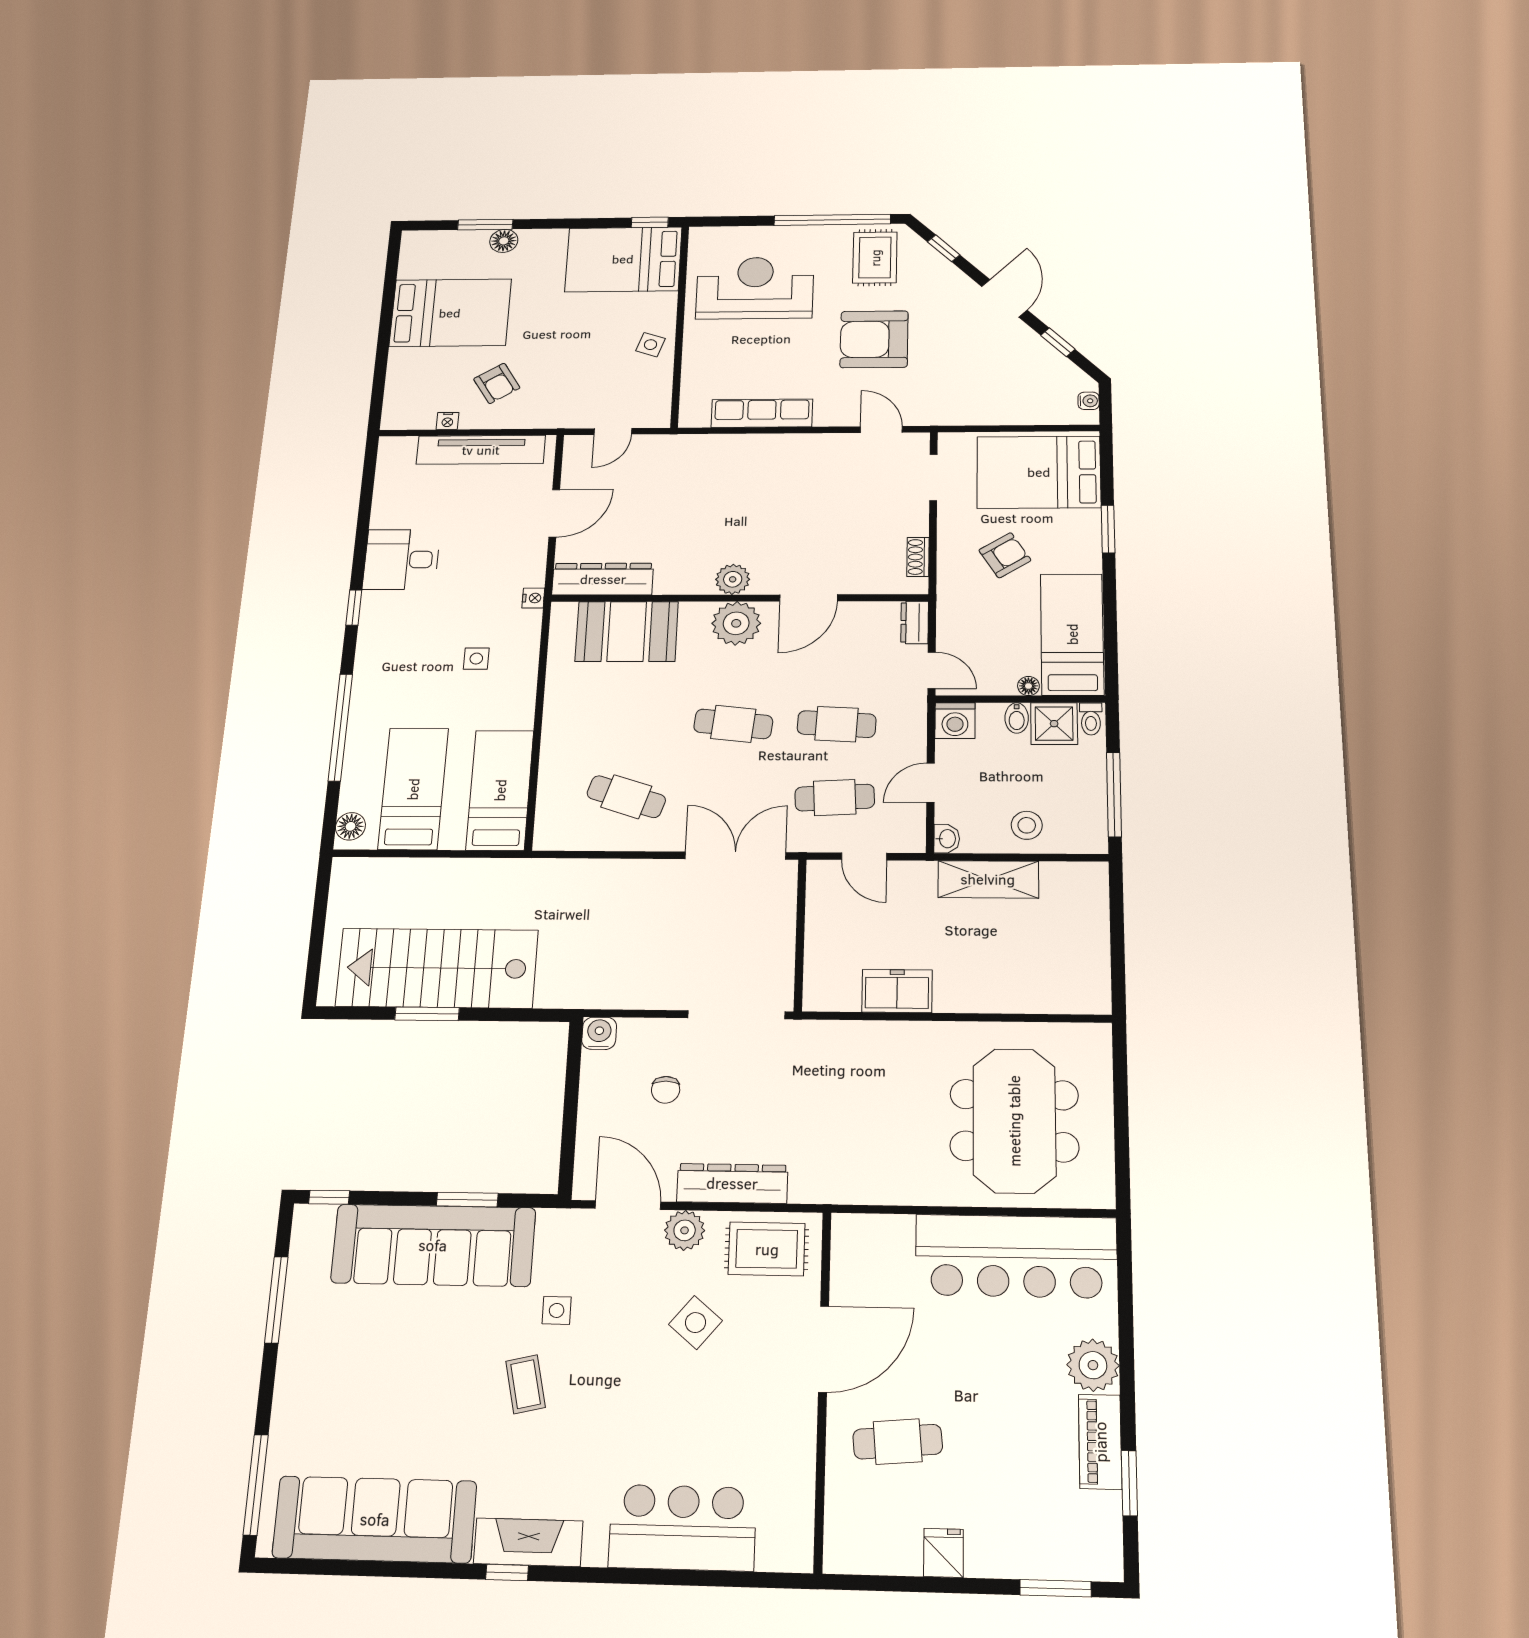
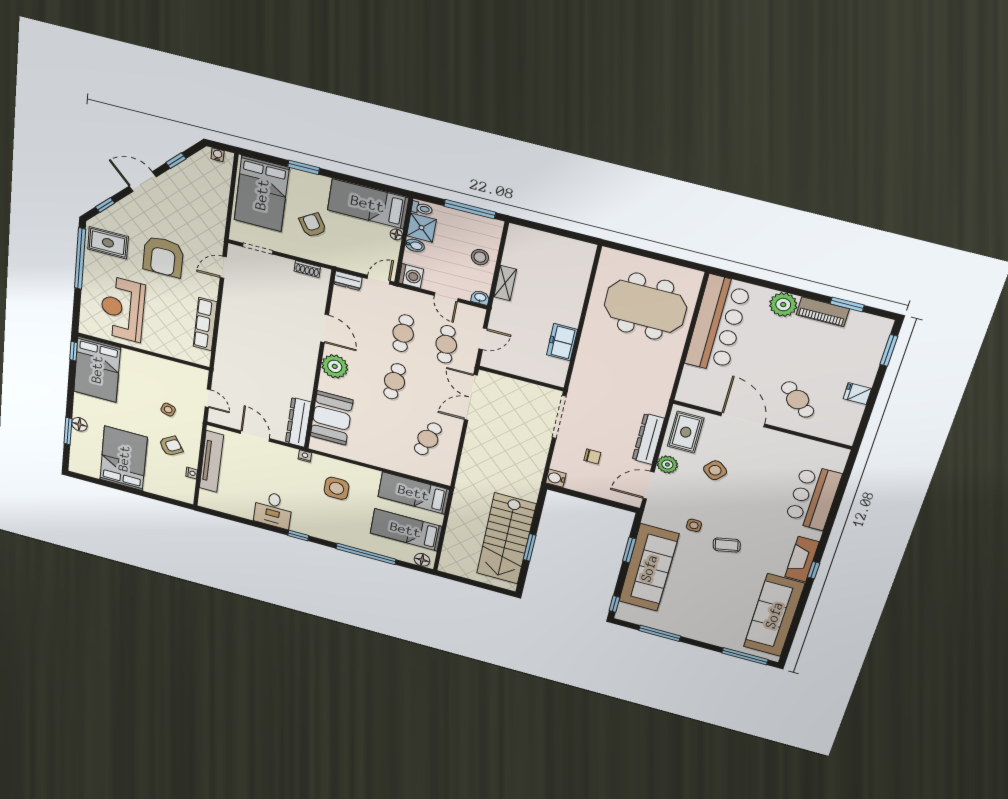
side table: (651, 345) -> (168, 410), moved
plant: (733, 579) -> (308, 362), removed
side table: (476, 659) -> (337, 488), width x1.87, depth x1.87
shelving: (988, 879) -> (505, 283), width x0.67, depth x0.75
cafe table: (898, 1442) -> (798, 400), turned -42

